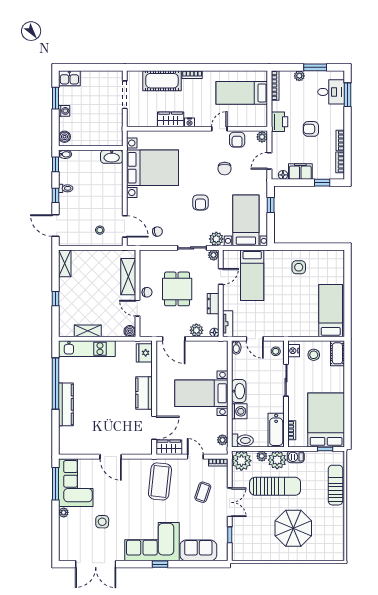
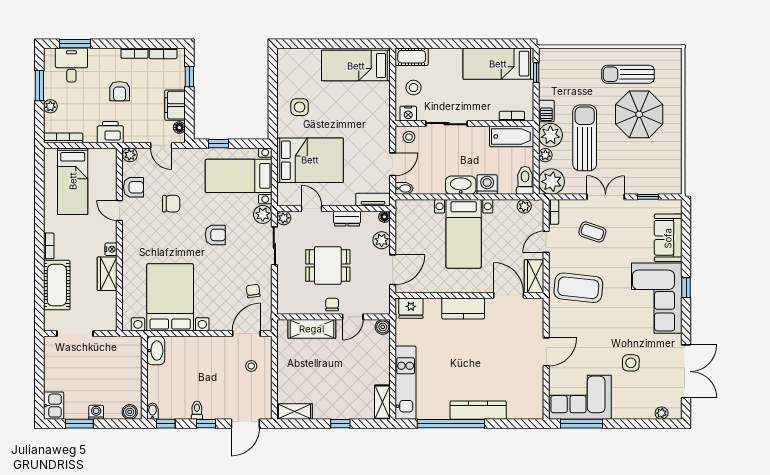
bed: (252, 275) -> (310, 160), width x1.50
shelving: (88, 331) -> (382, 402), moved
bed: (326, 420) -> (498, 64), width x0.67
sun lounger: (336, 485) -> (628, 74), moved
plant: (64, 512) -> (662, 413), moved

